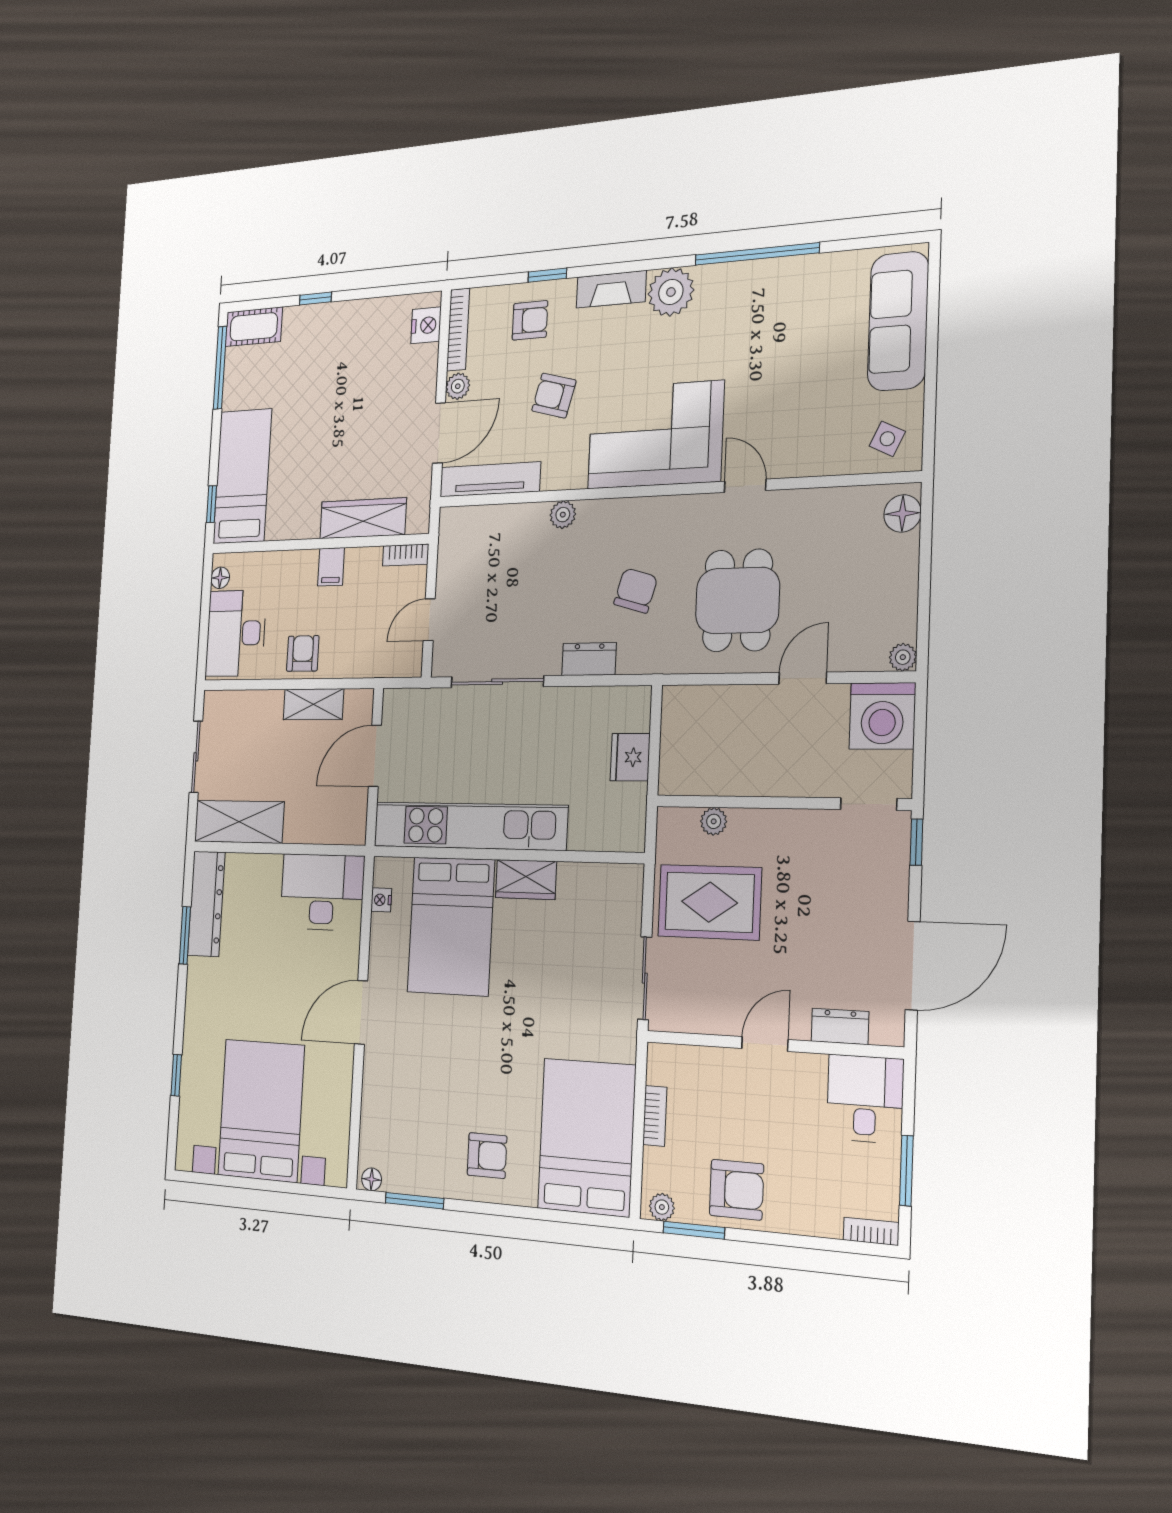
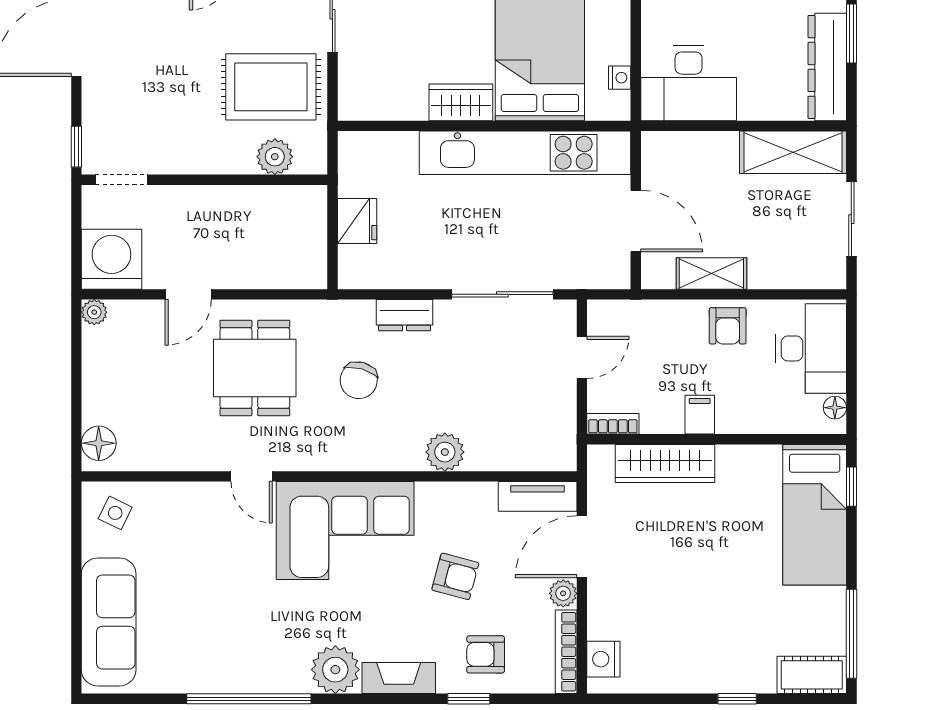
tv unit: (490, 479) -> (538, 496), width x0.71
plant: (563, 515) -> (445, 452), width x1.38, depth x1.38
door: (375, 756) -> (636, 221), hinge flipped
plant: (714, 821) -> (275, 157), width x1.38, depth x1.38

